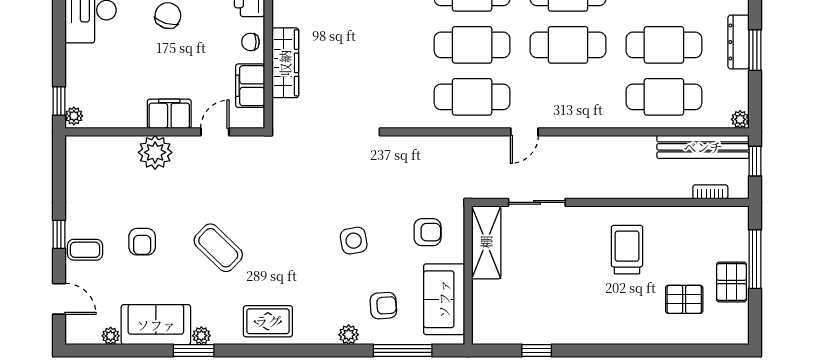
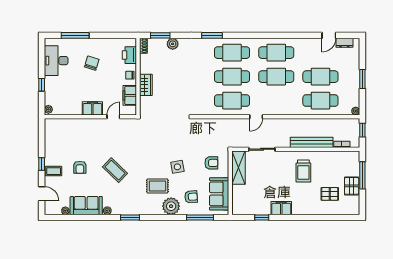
dresser: (739, 42) -> (355, 75), removed
wardrobe: (285, 63) -> (146, 85), width x0.67
window: (59, 101) -> (42, 85), moved
bench: (703, 147) -> (312, 142), moved
plant: (155, 152) -> (86, 126), removed
trolley: (627, 250) -> (303, 171), turned 180
rug: (268, 321) -> (157, 186), moved
filing cabinet: (579, 330) -> (281, 208), added
plant: (349, 335) -> (171, 206), width x1.88, depth x1.88
window: (194, 351) -> (130, 218), moved

